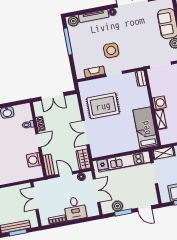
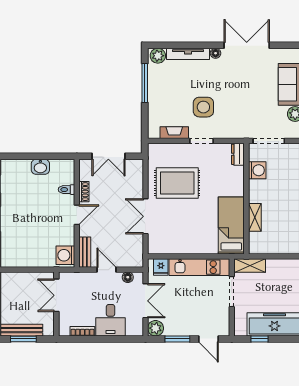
washing machine: (159, 103) -> (257, 170), moved
wardrobe: (83, 159) -> (135, 253), removed
washing machine: (34, 160) -> (65, 255), moved
plant: (117, 206) -> (156, 328), moved

